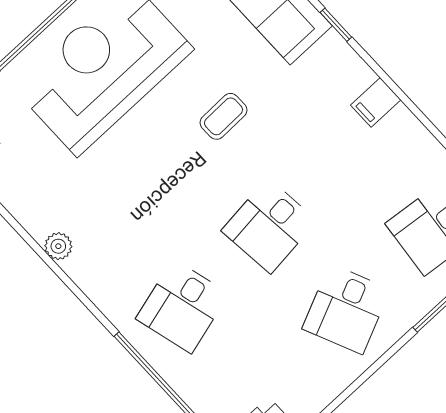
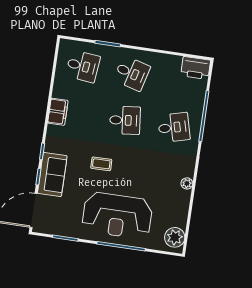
filing cabinet: (376, 102) -> (58, 112), width x2.00
desk: (346, 309) -> (132, 73), turned 39

